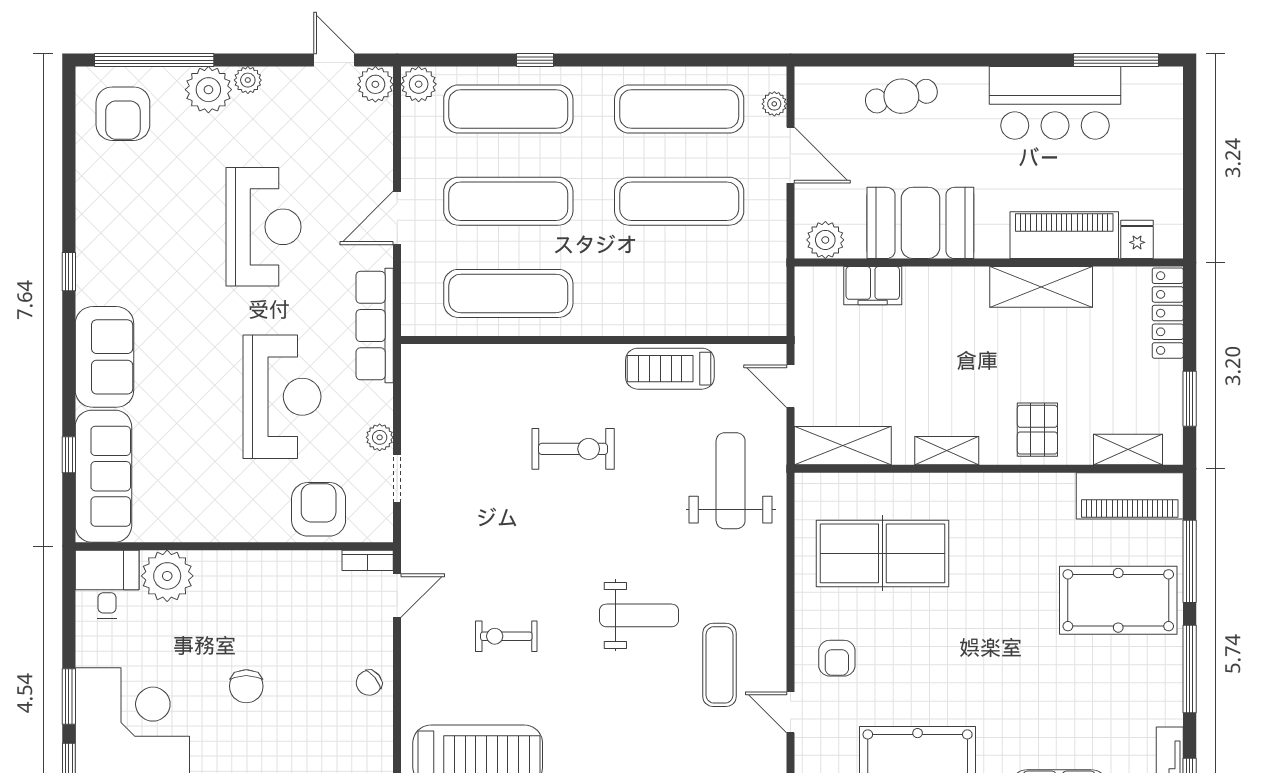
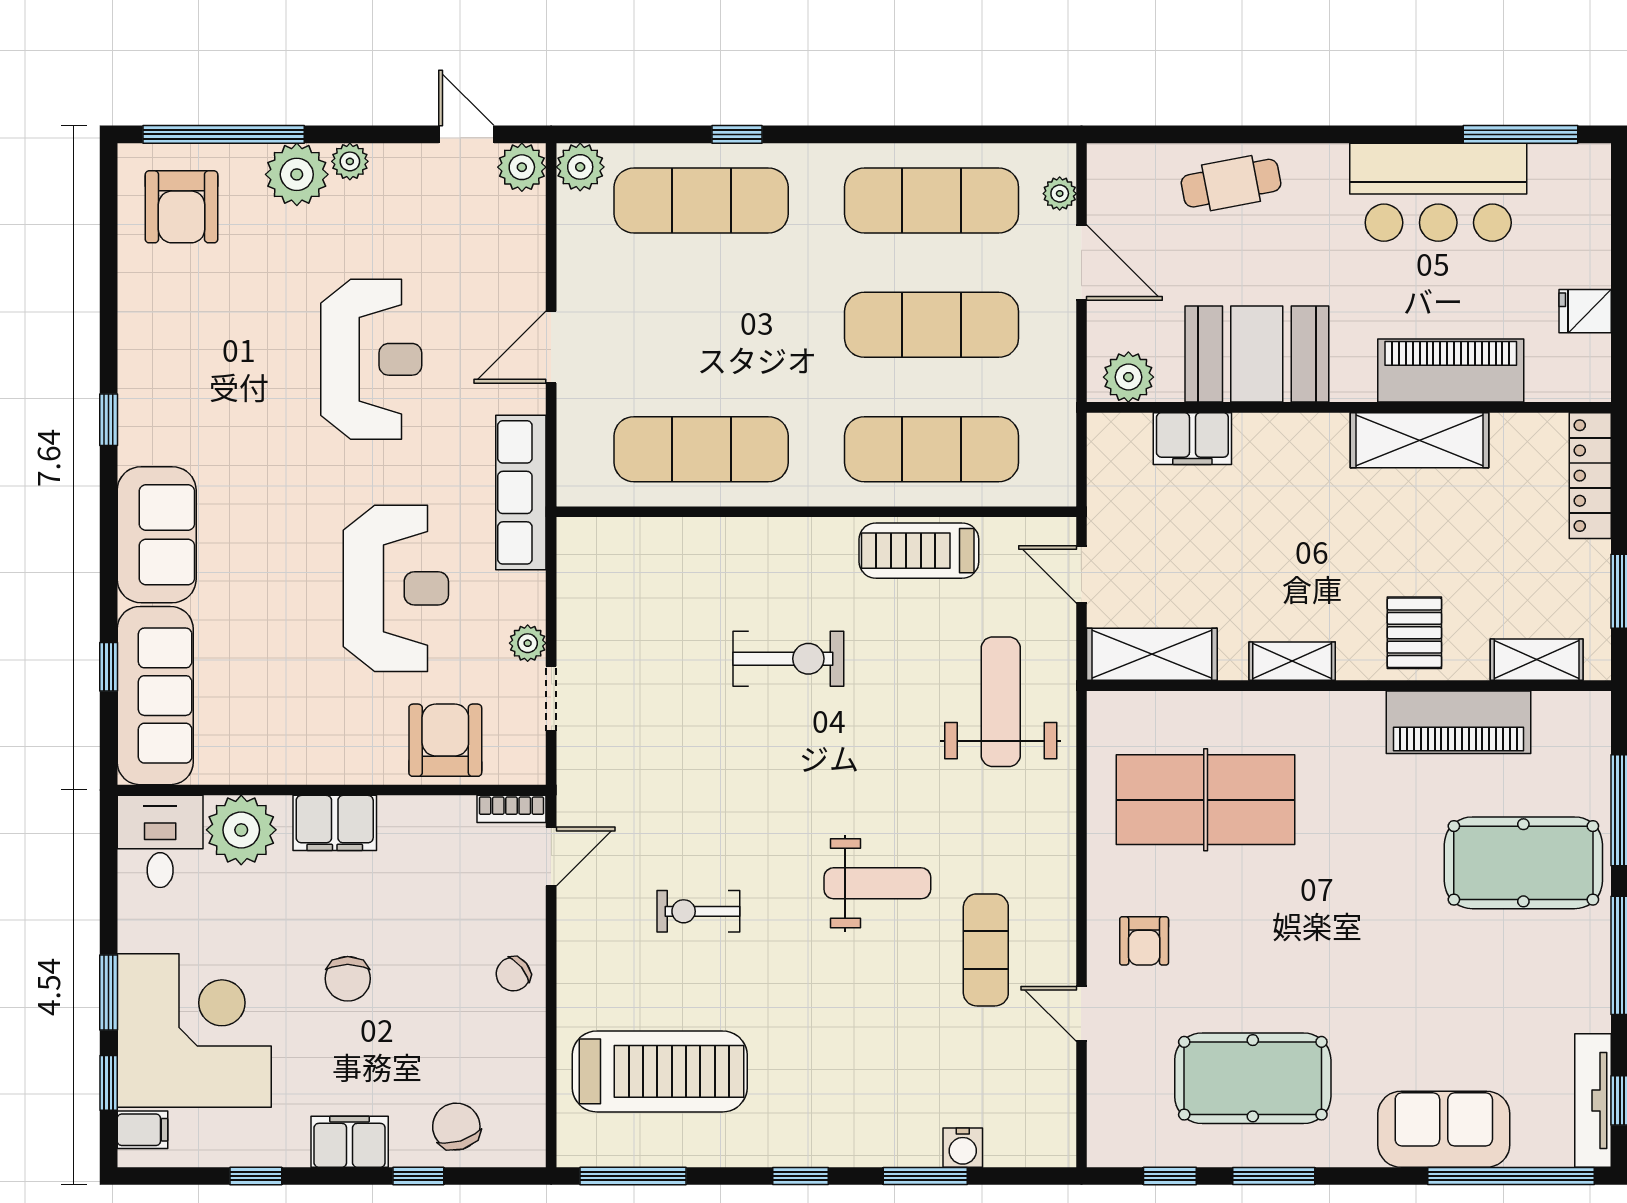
exercise mat: (508, 201) -> (932, 449), moved
fridge: (1137, 239) -> (1585, 311), moved, turned -90
piano: (1130, 496) -> (1458, 722), moved
filing cabinet: (237, 571) -> (335, 823), added

